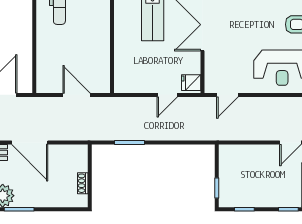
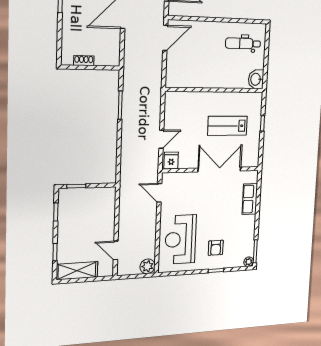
door: (77, 95) -> (165, 38), moved
door: (167, 95) -> (161, 139), swing flipped

